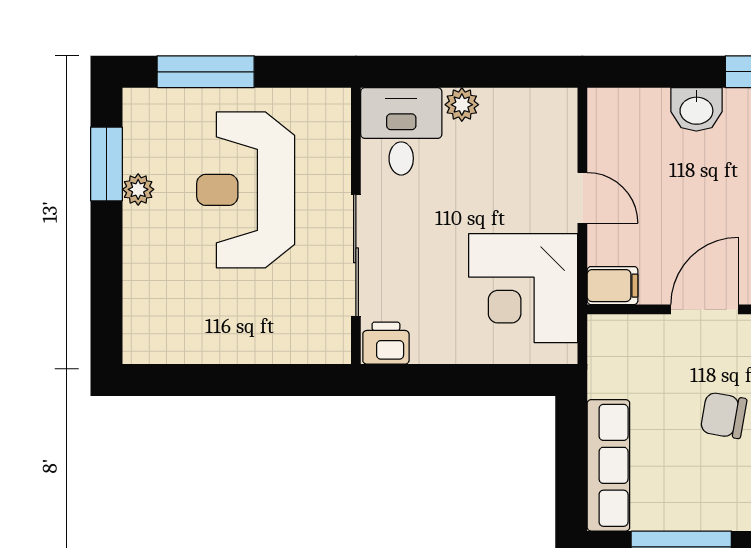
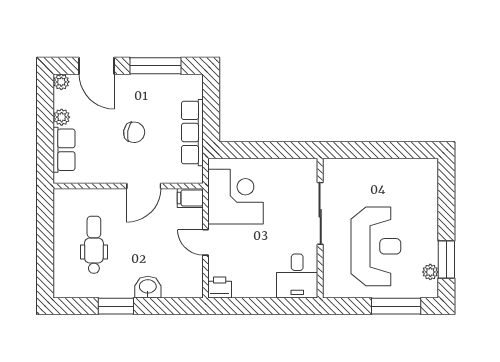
plant: (462, 105) -> (267, 290), removed
plant: (138, 189) -> (430, 272), moved
printer: (386, 343) -> (220, 287), moved, turned 180
row of seats: (608, 465) -> (192, 133), moved

